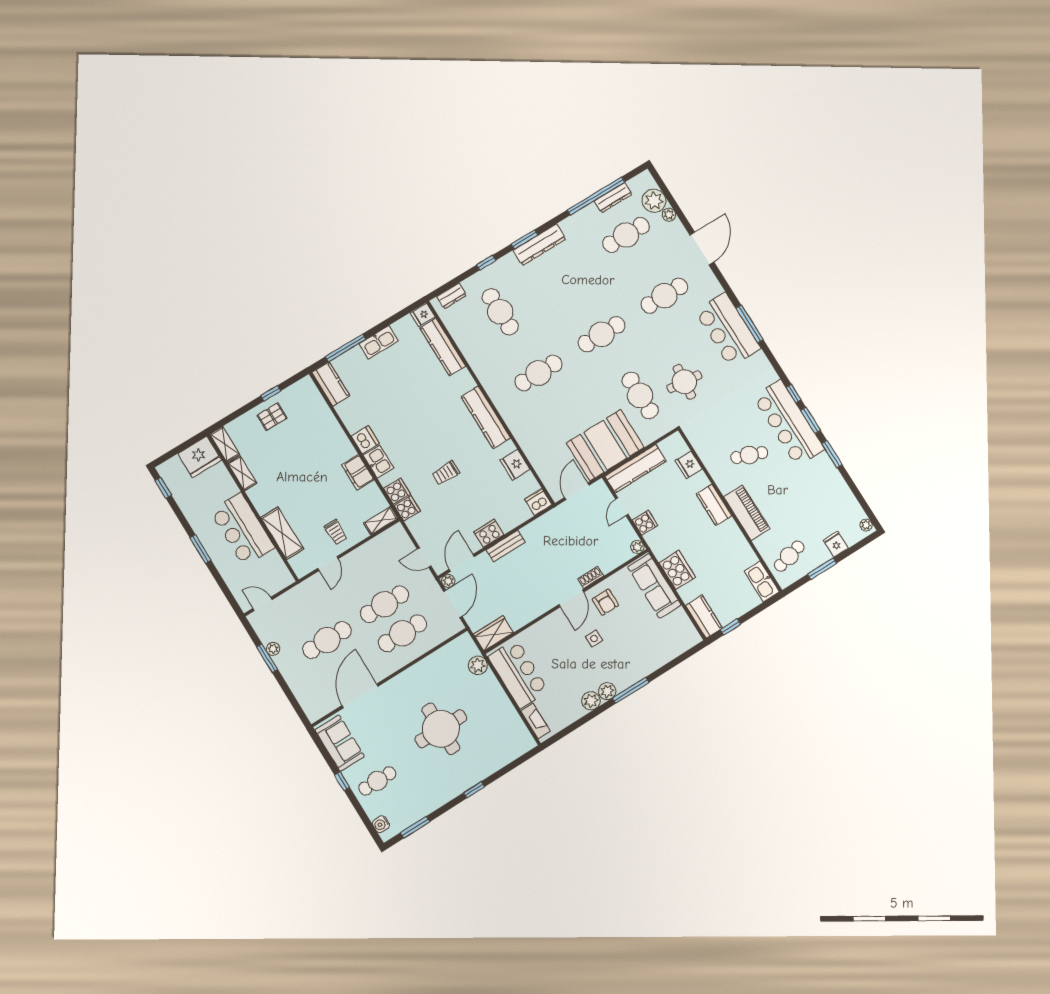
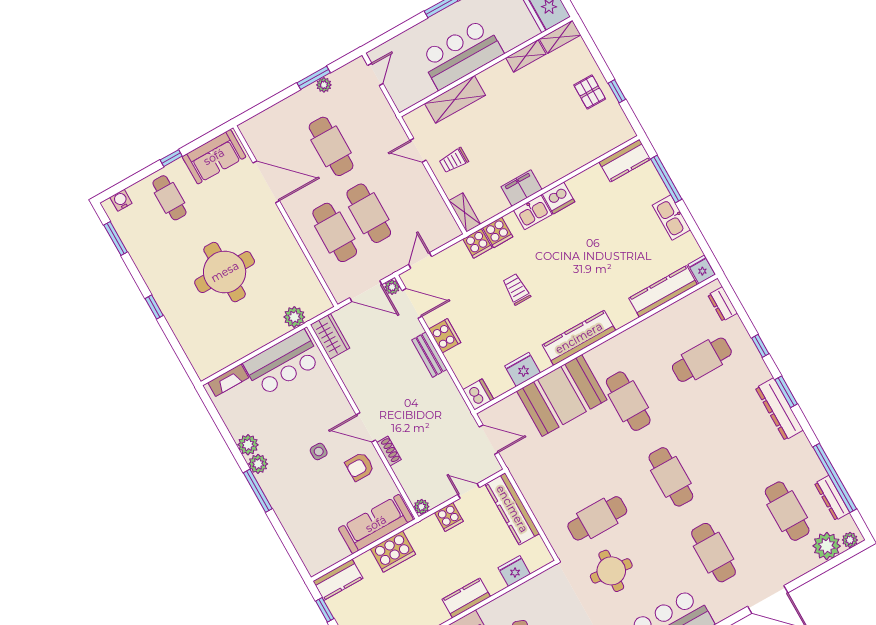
plant: (669, 215) -> (850, 540), moved
booth: (605, 445) -> (562, 395), moved, turned 90

